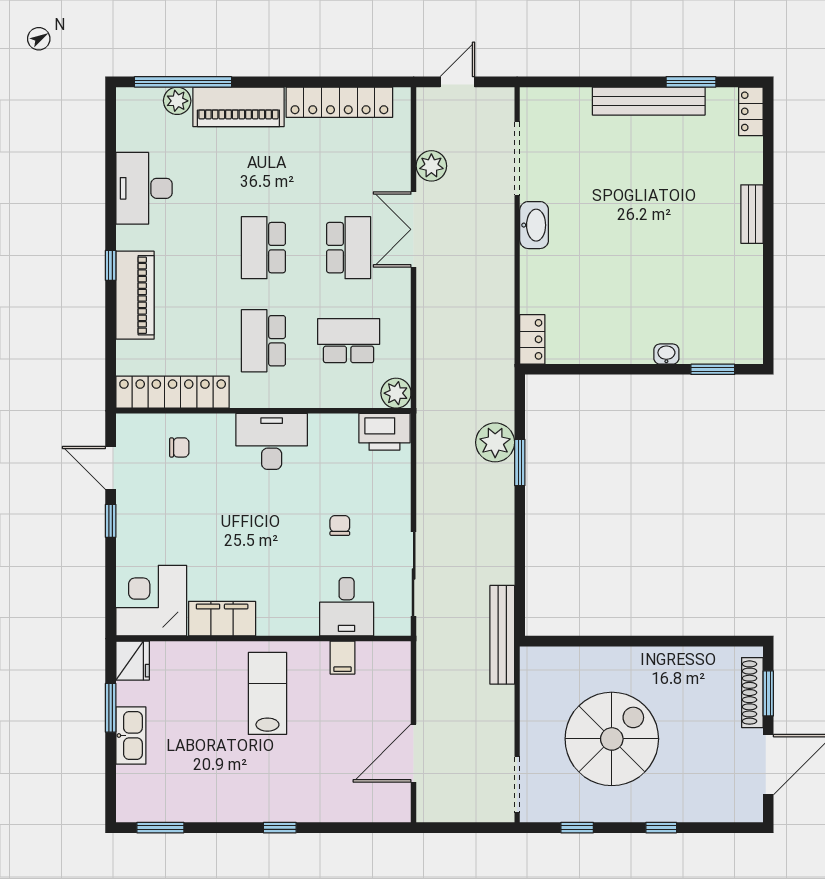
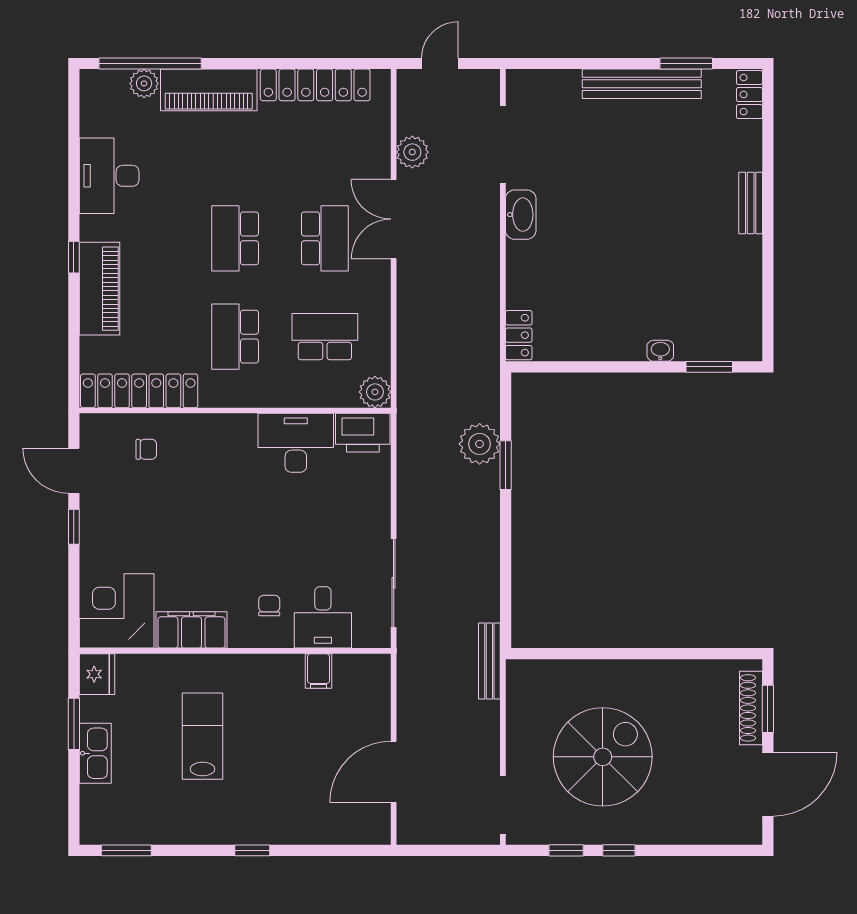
desk: (272, 441) -> (296, 443), moved
chair: (340, 525) -> (269, 606), moved
bench: (502, 635) -> (489, 661), width x0.73, depth x0.82
lab bench: (267, 693) -> (202, 736), moved
window: (661, 828) -> (619, 850), moved

